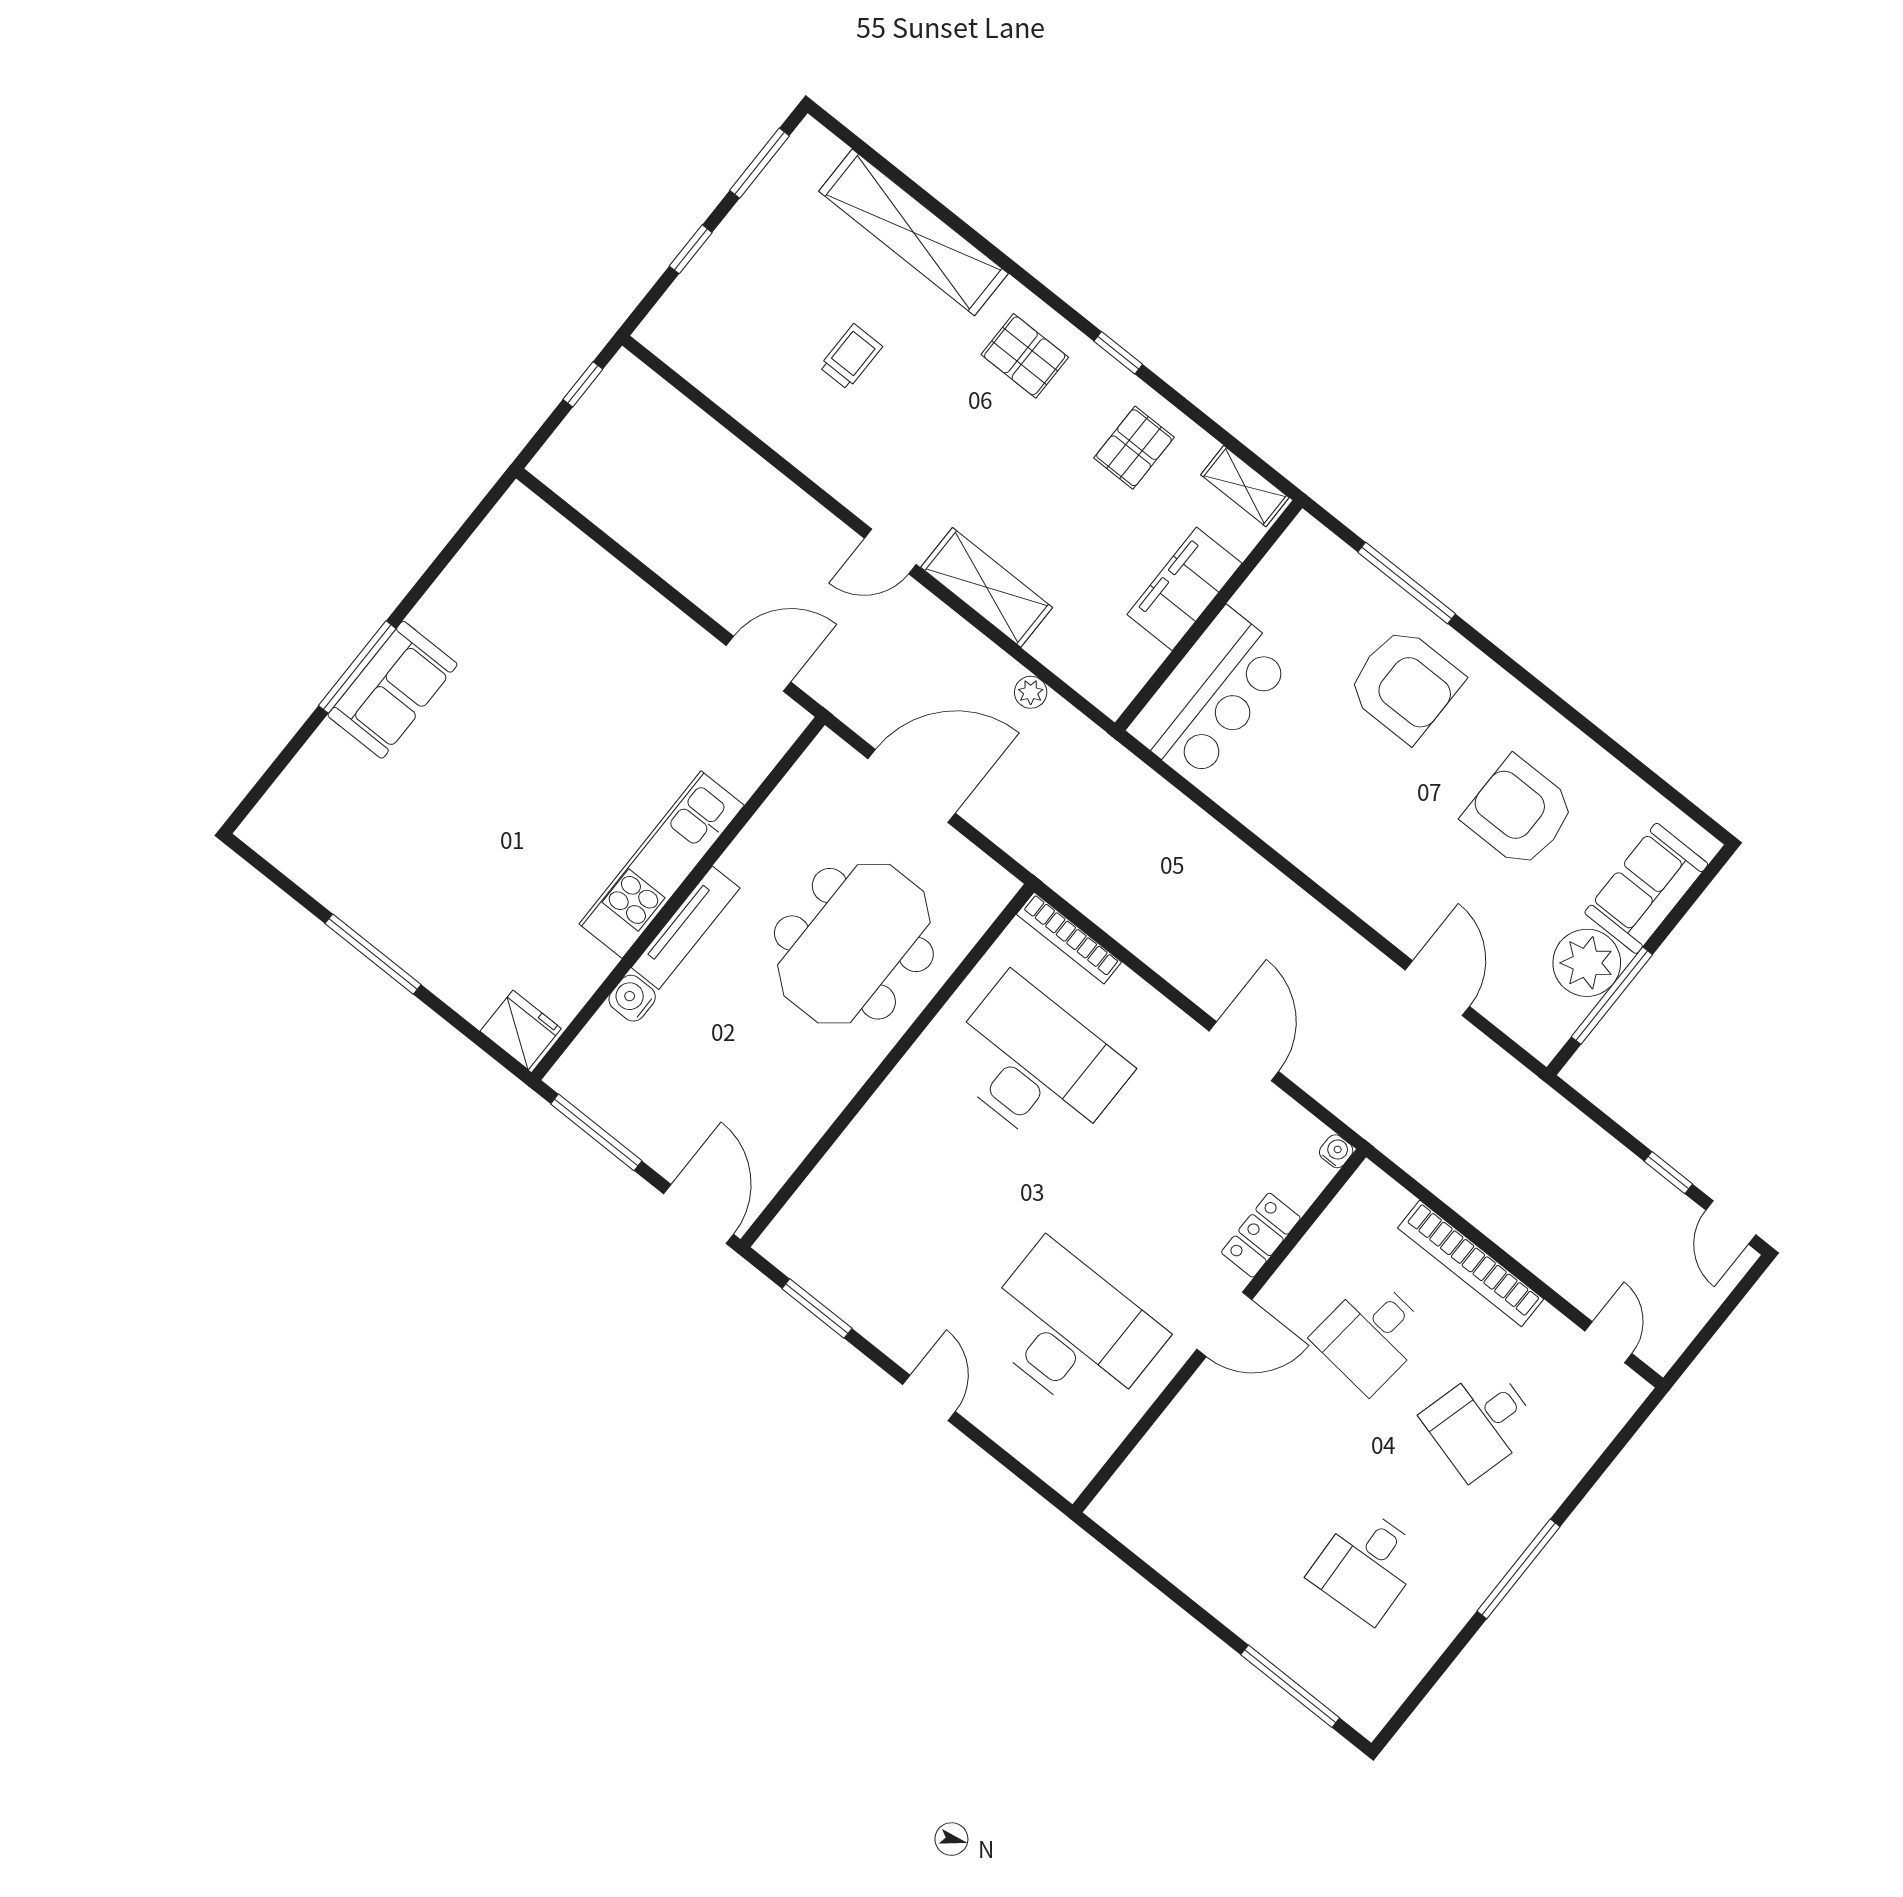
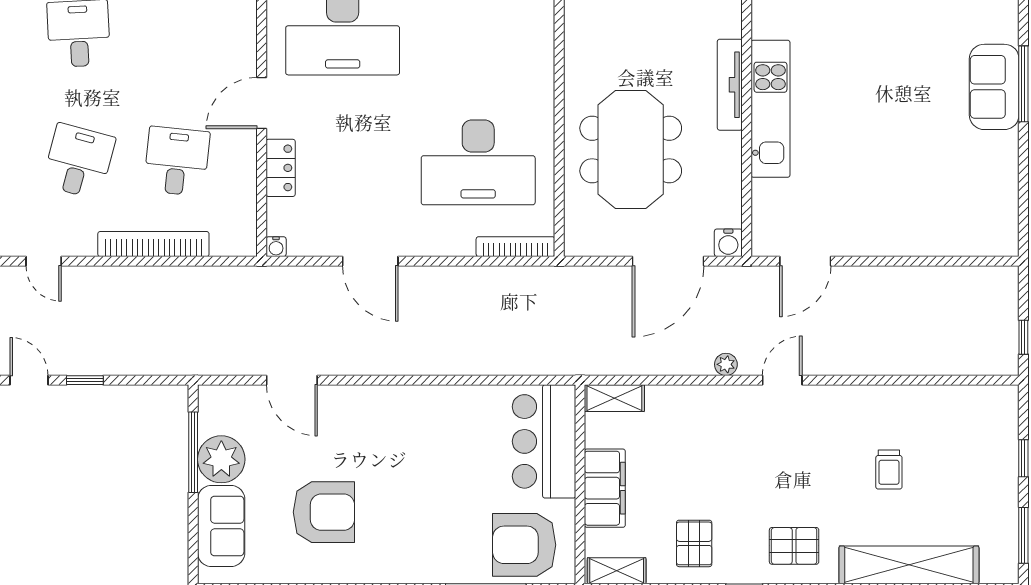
shelving: (987, 587) -> (614, 398), moved, width x0.67, depth x0.75
armchair: (1405, 684) -> (524, 545), moved
plant: (1031, 692) -> (726, 364), moved
water cooler: (632, 998) -> (728, 243), moved, turned 90

